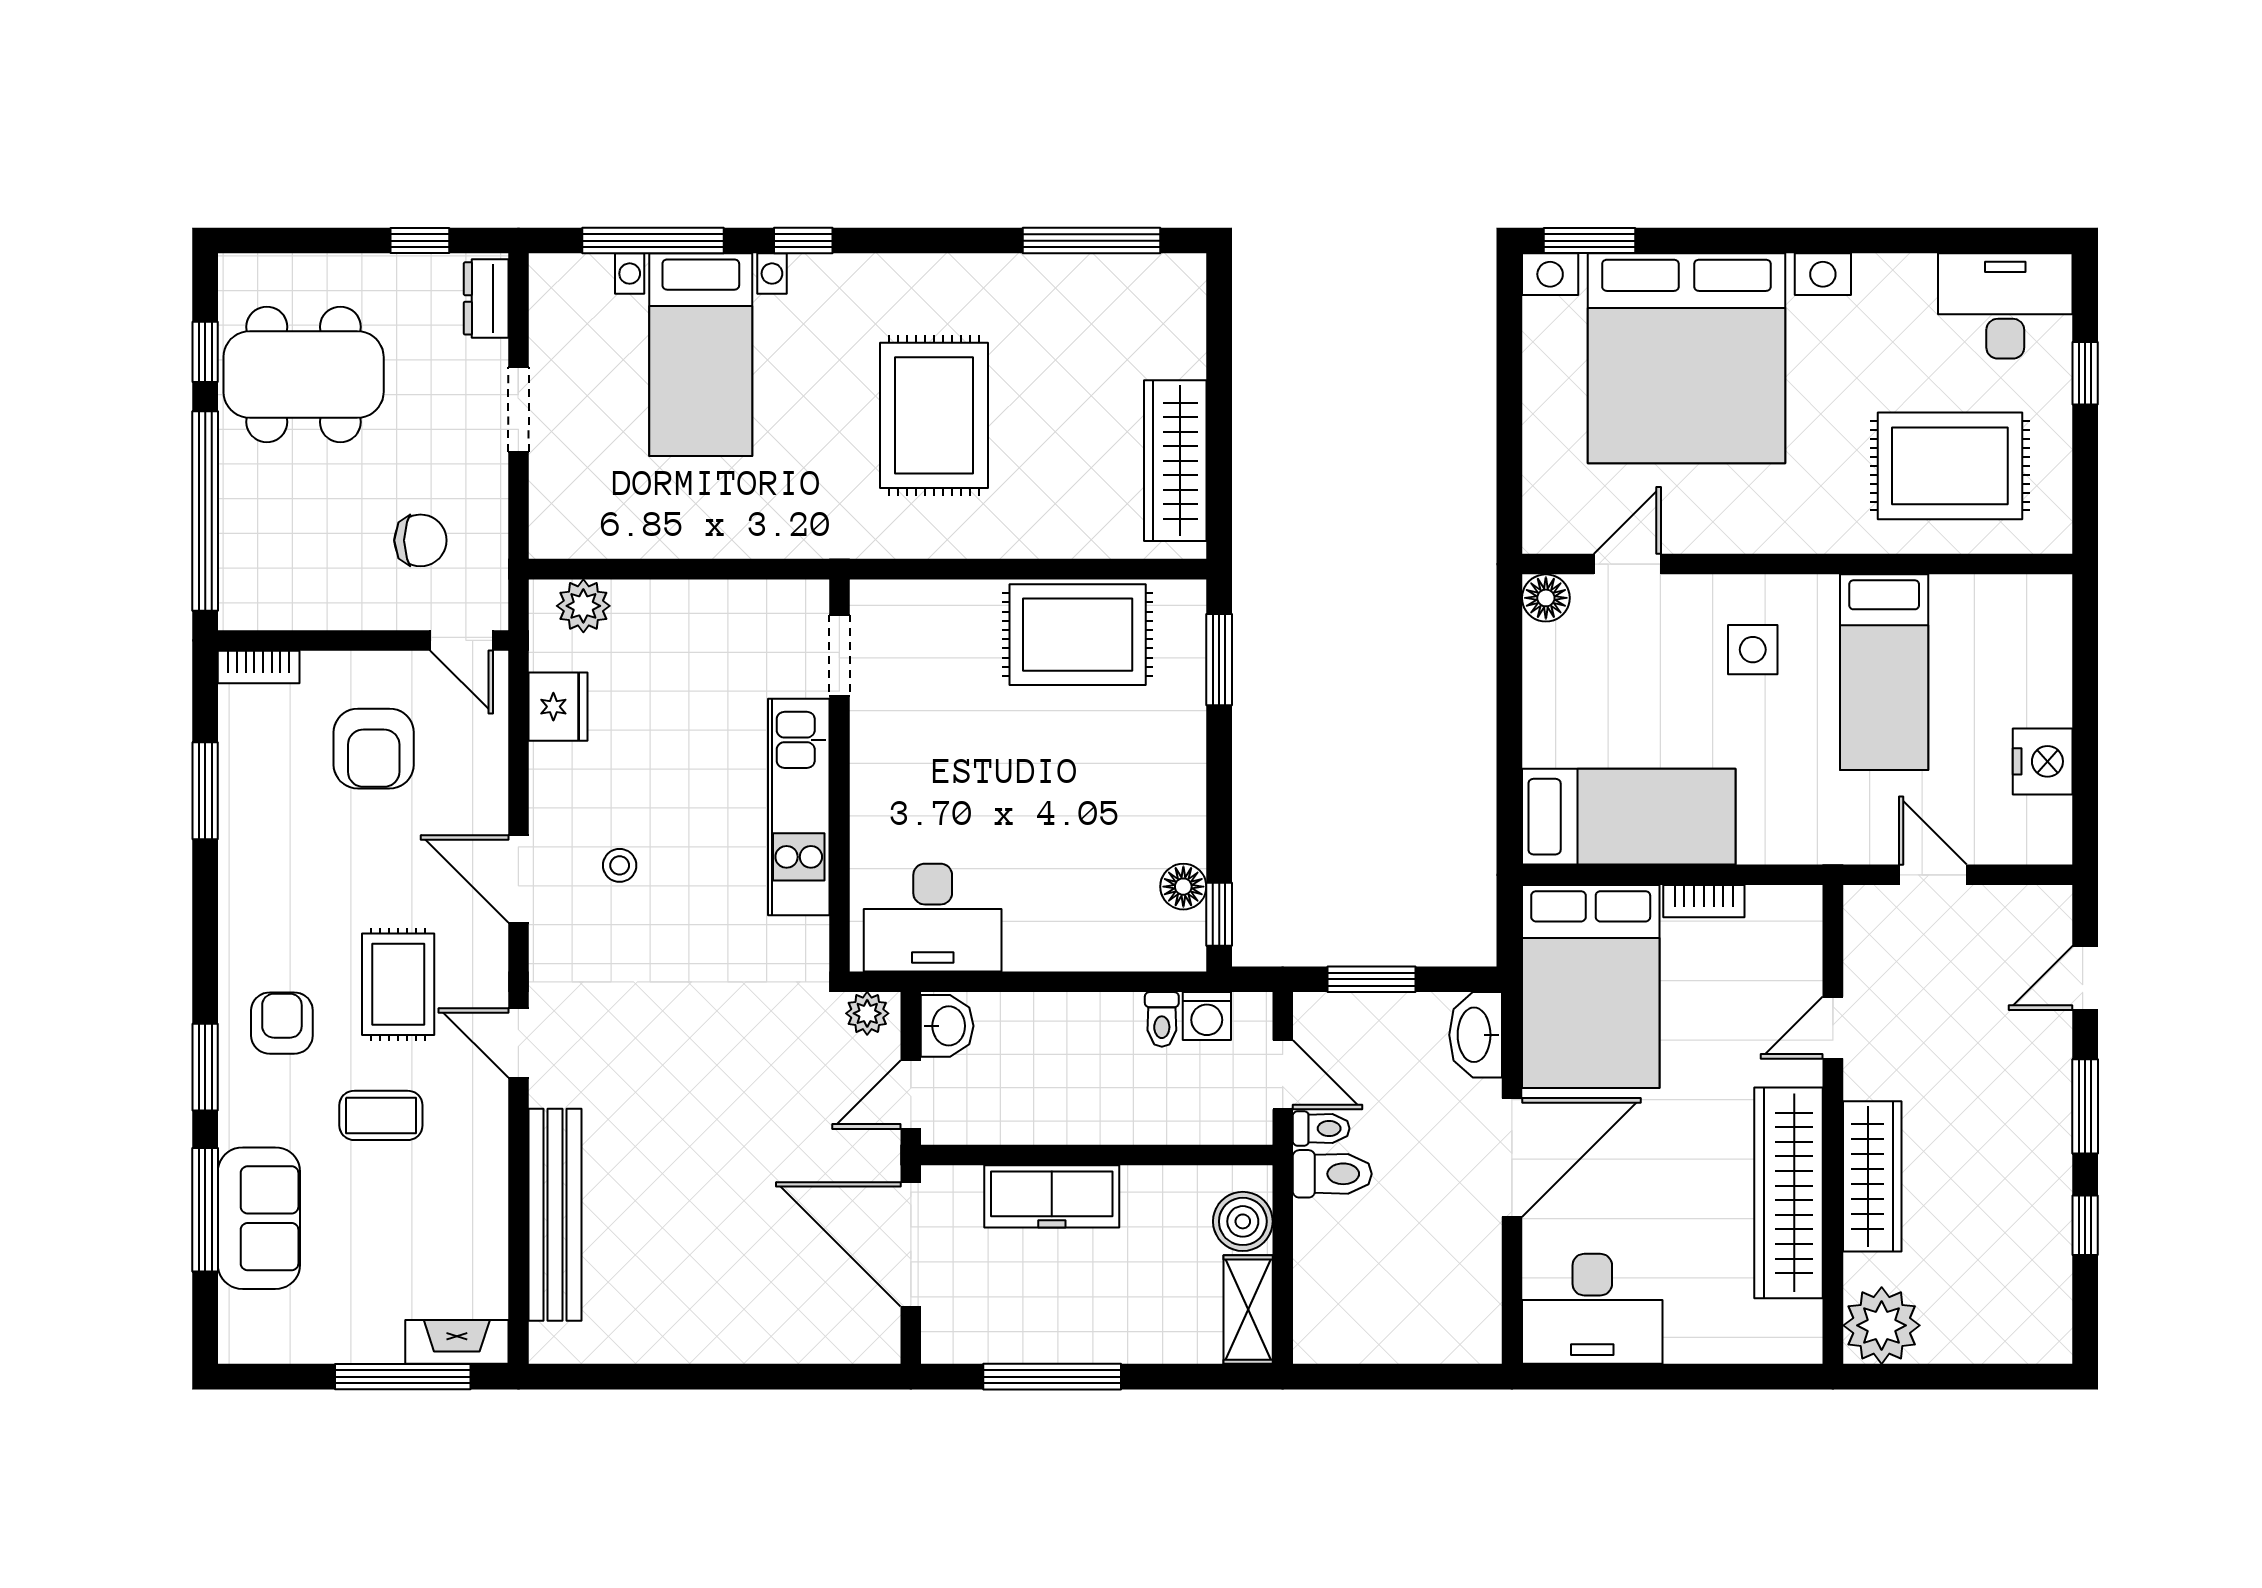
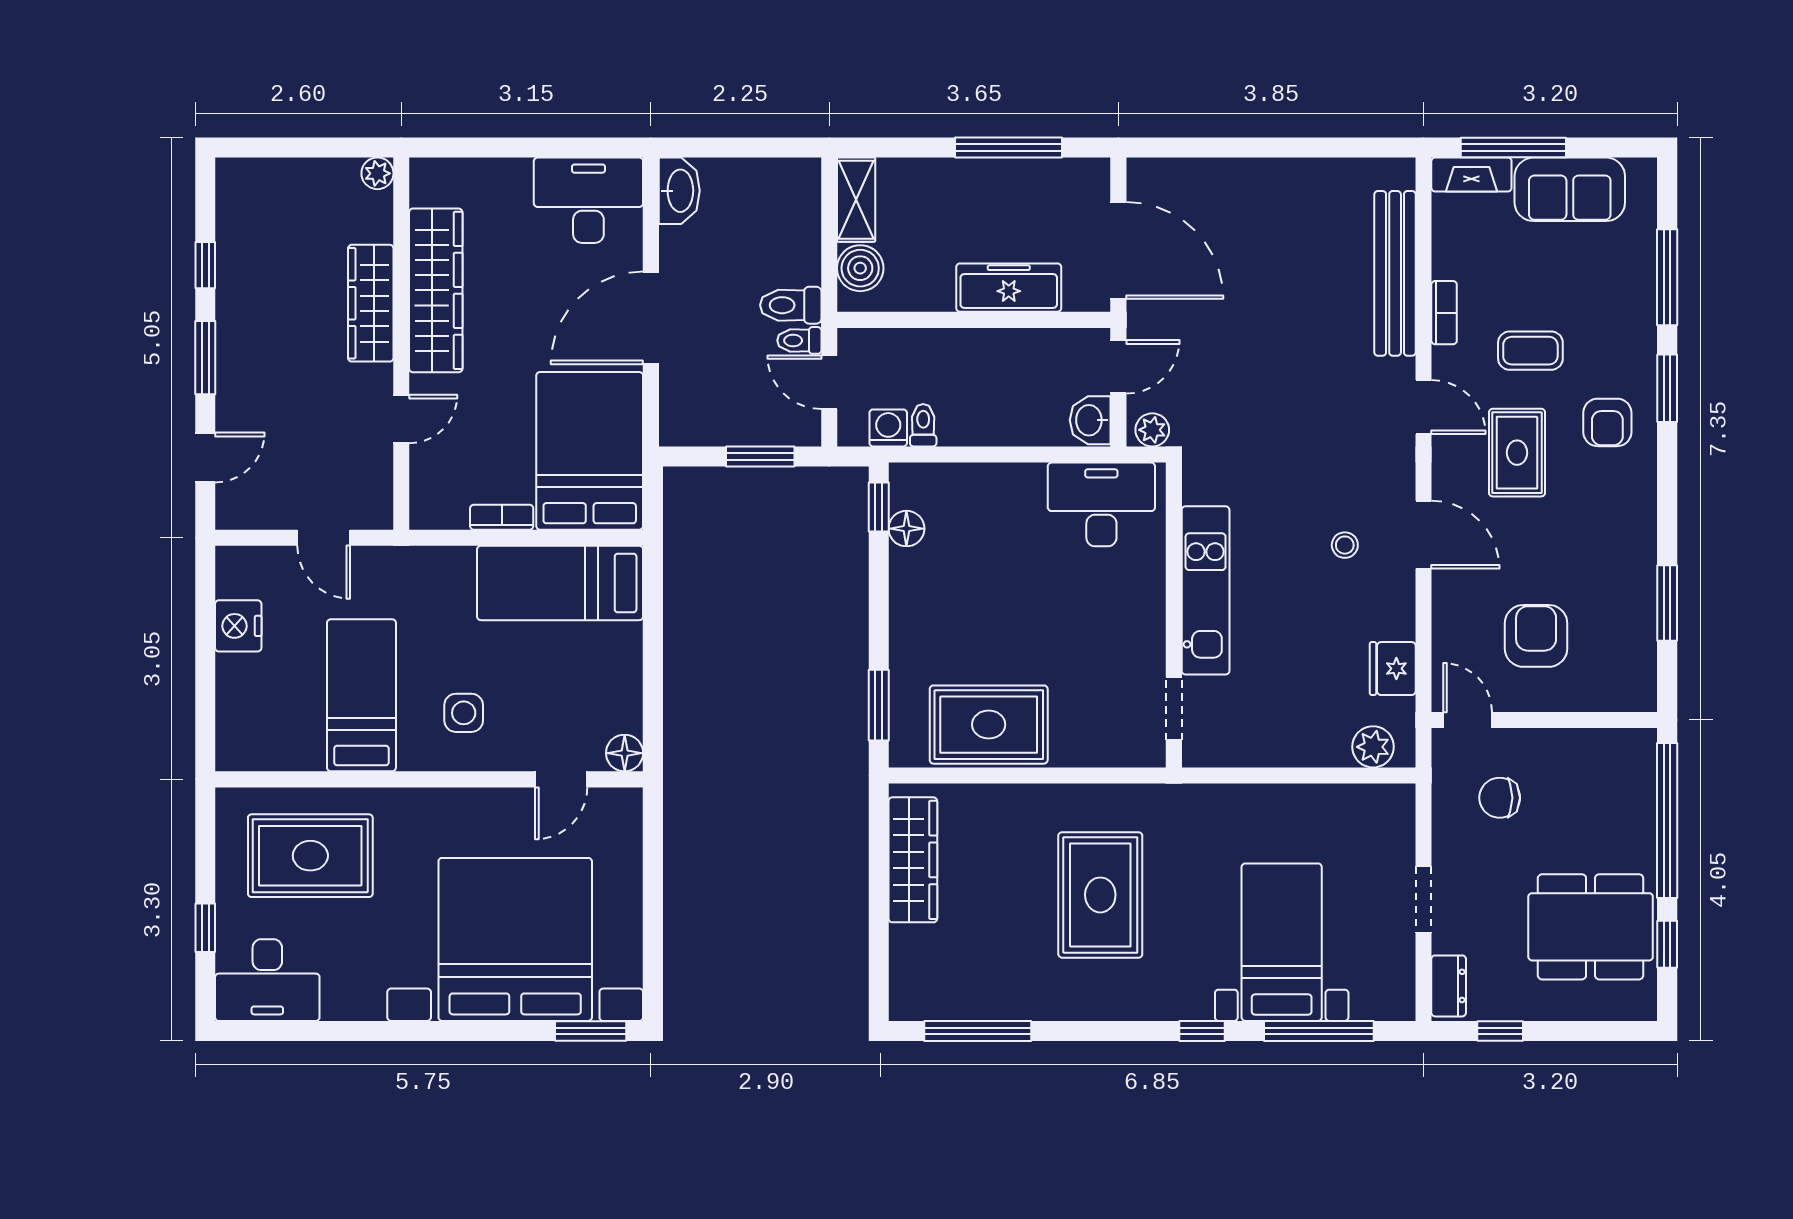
bookcase: (259, 667) -> (1444, 313), moved, turned 90
washbasin: (1476, 1035) -> (679, 191), moved
sofa: (259, 1218) -> (1570, 189), moved, turned -90
plant: (1882, 1325) -> (377, 173), width x0.53, depth x0.53

